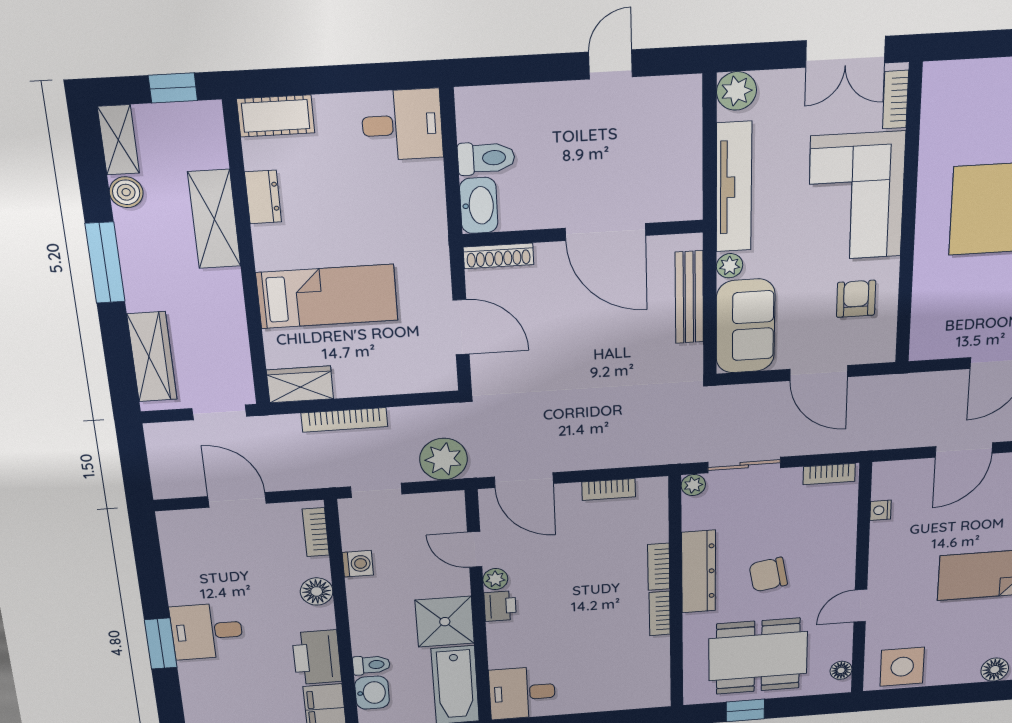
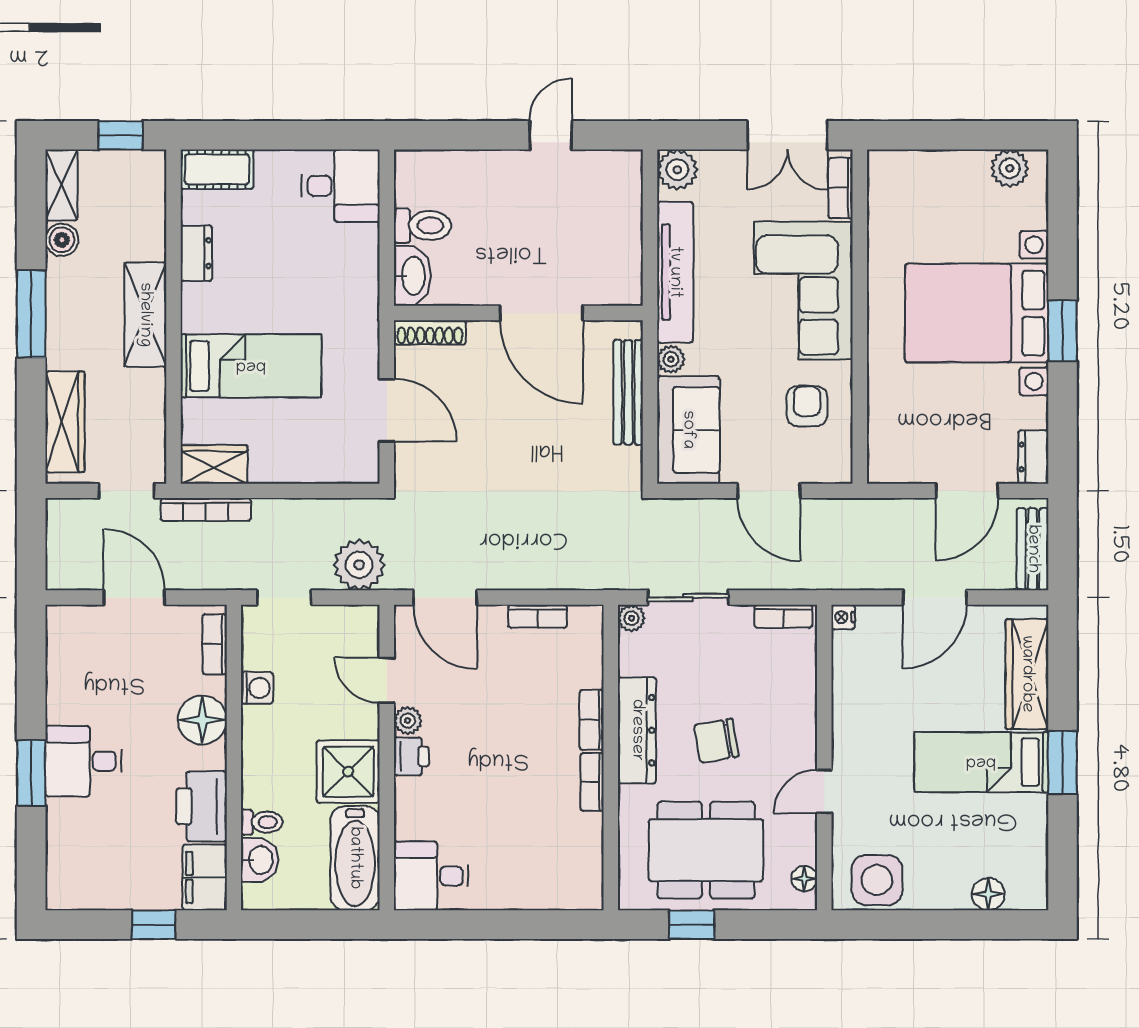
shelving: (214, 219) -> (145, 315), moved
bookcase: (344, 420) -> (206, 510), moved
nightstand: (880, 510) -> (843, 617), moved
floor lamp: (317, 591) -> (202, 720), width x1.38, depth x1.38

